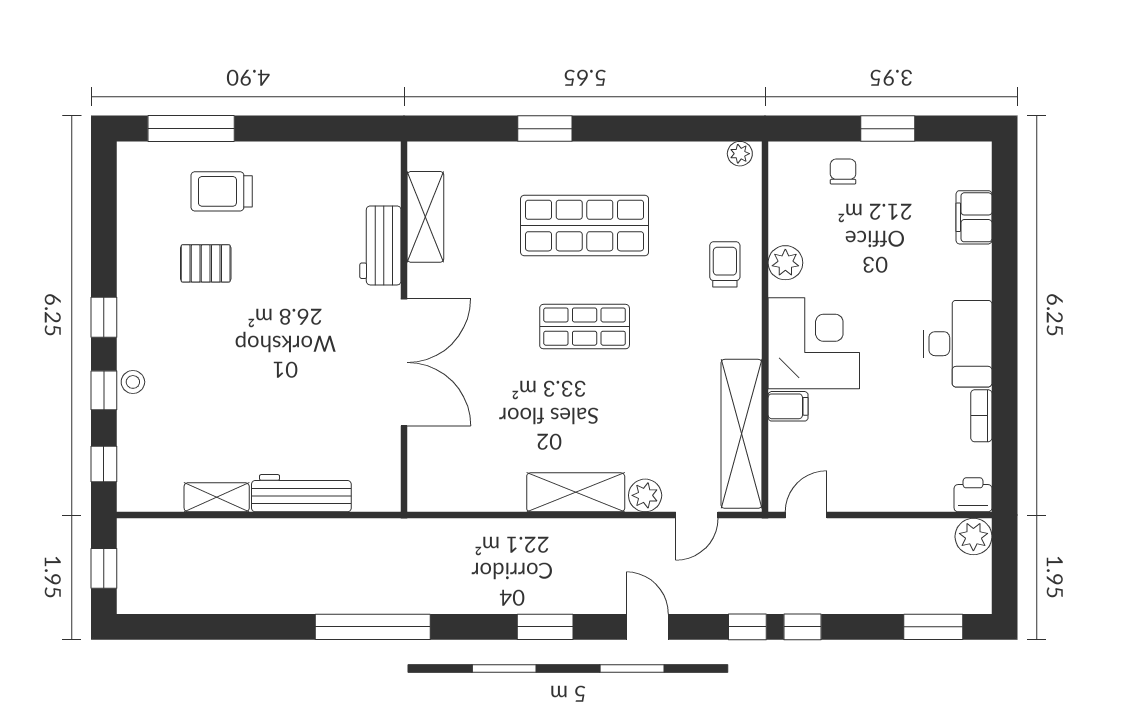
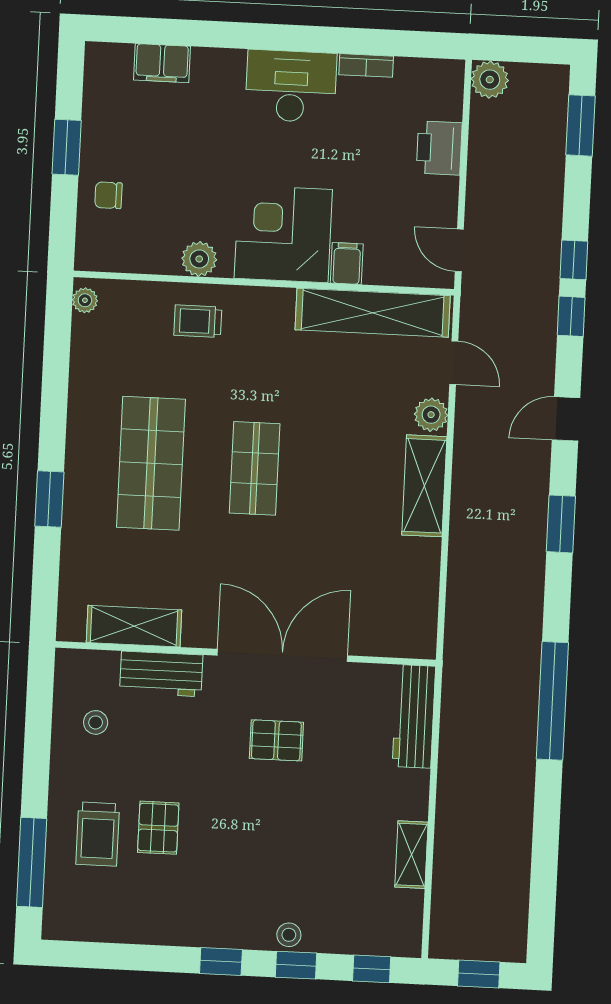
stool: (330, 184) -> (96, 722), added
pallet: (206, 263) -> (158, 828), moved
pallet: (321, 361) -> (276, 740), added
workbench: (301, 493) -> (414, 716), moved
printer: (973, 495) -> (439, 148), moved, width x1.36, depth x1.24

